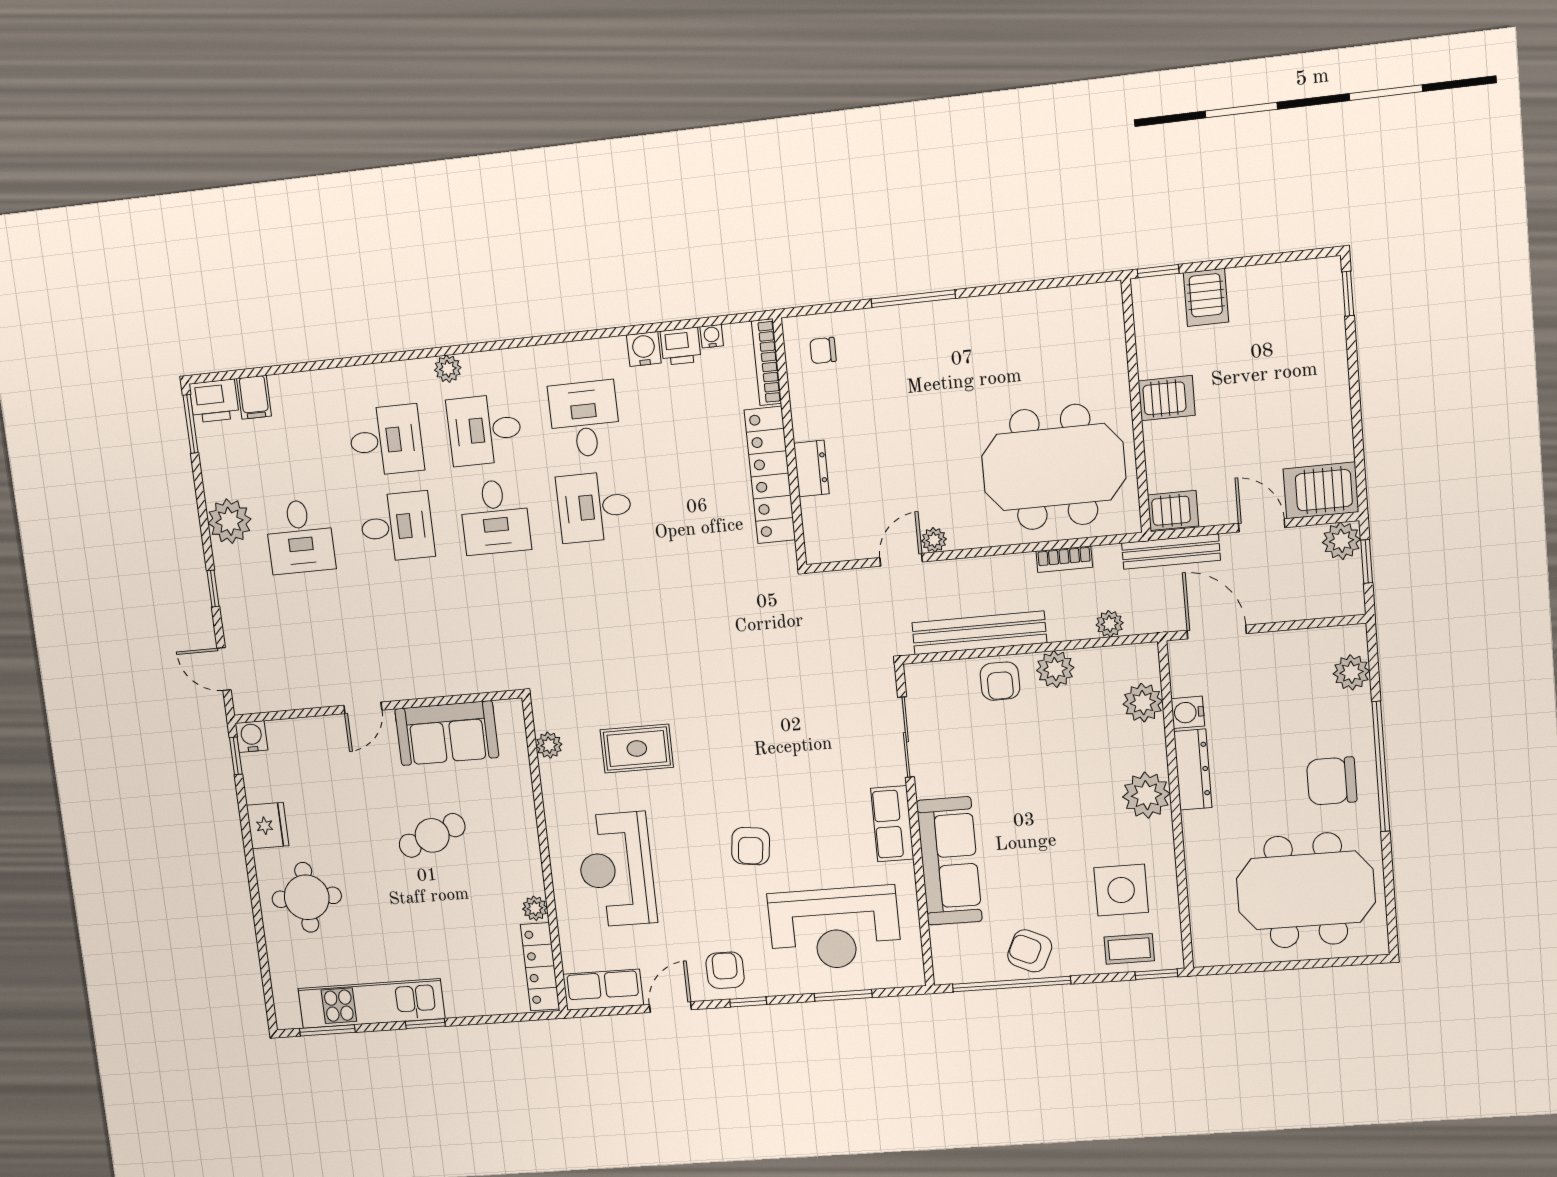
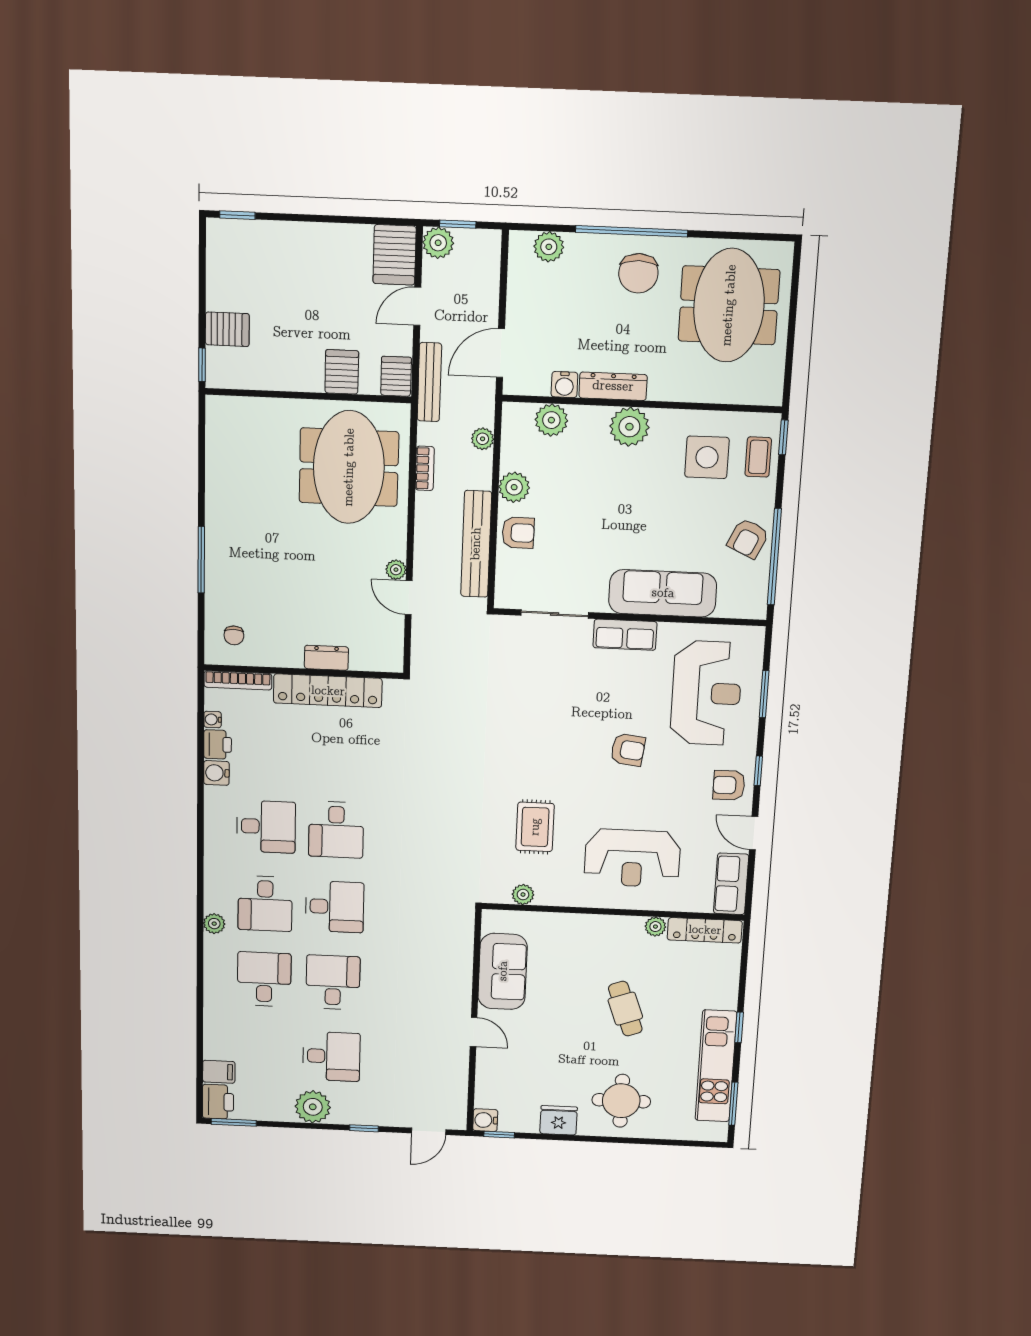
server rack: (1167, 398) -> (342, 372), moved
desk: (584, 419) -> (266, 827), turned 180
cafe table: (432, 835) -> (625, 1009), moved

